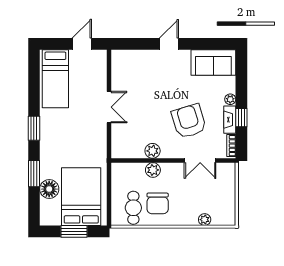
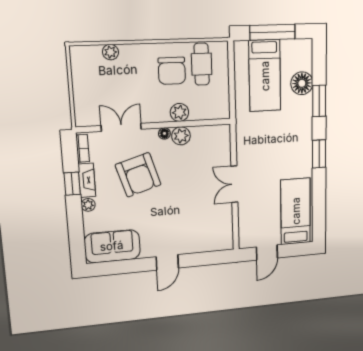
floor lamp: (166, 154) -> (164, 133), added
bed: (81, 197) -> (265, 76), width x0.67
chair: (158, 203) -> (172, 71), turned 180
window: (74, 231) -> (272, 32), width x1.44

